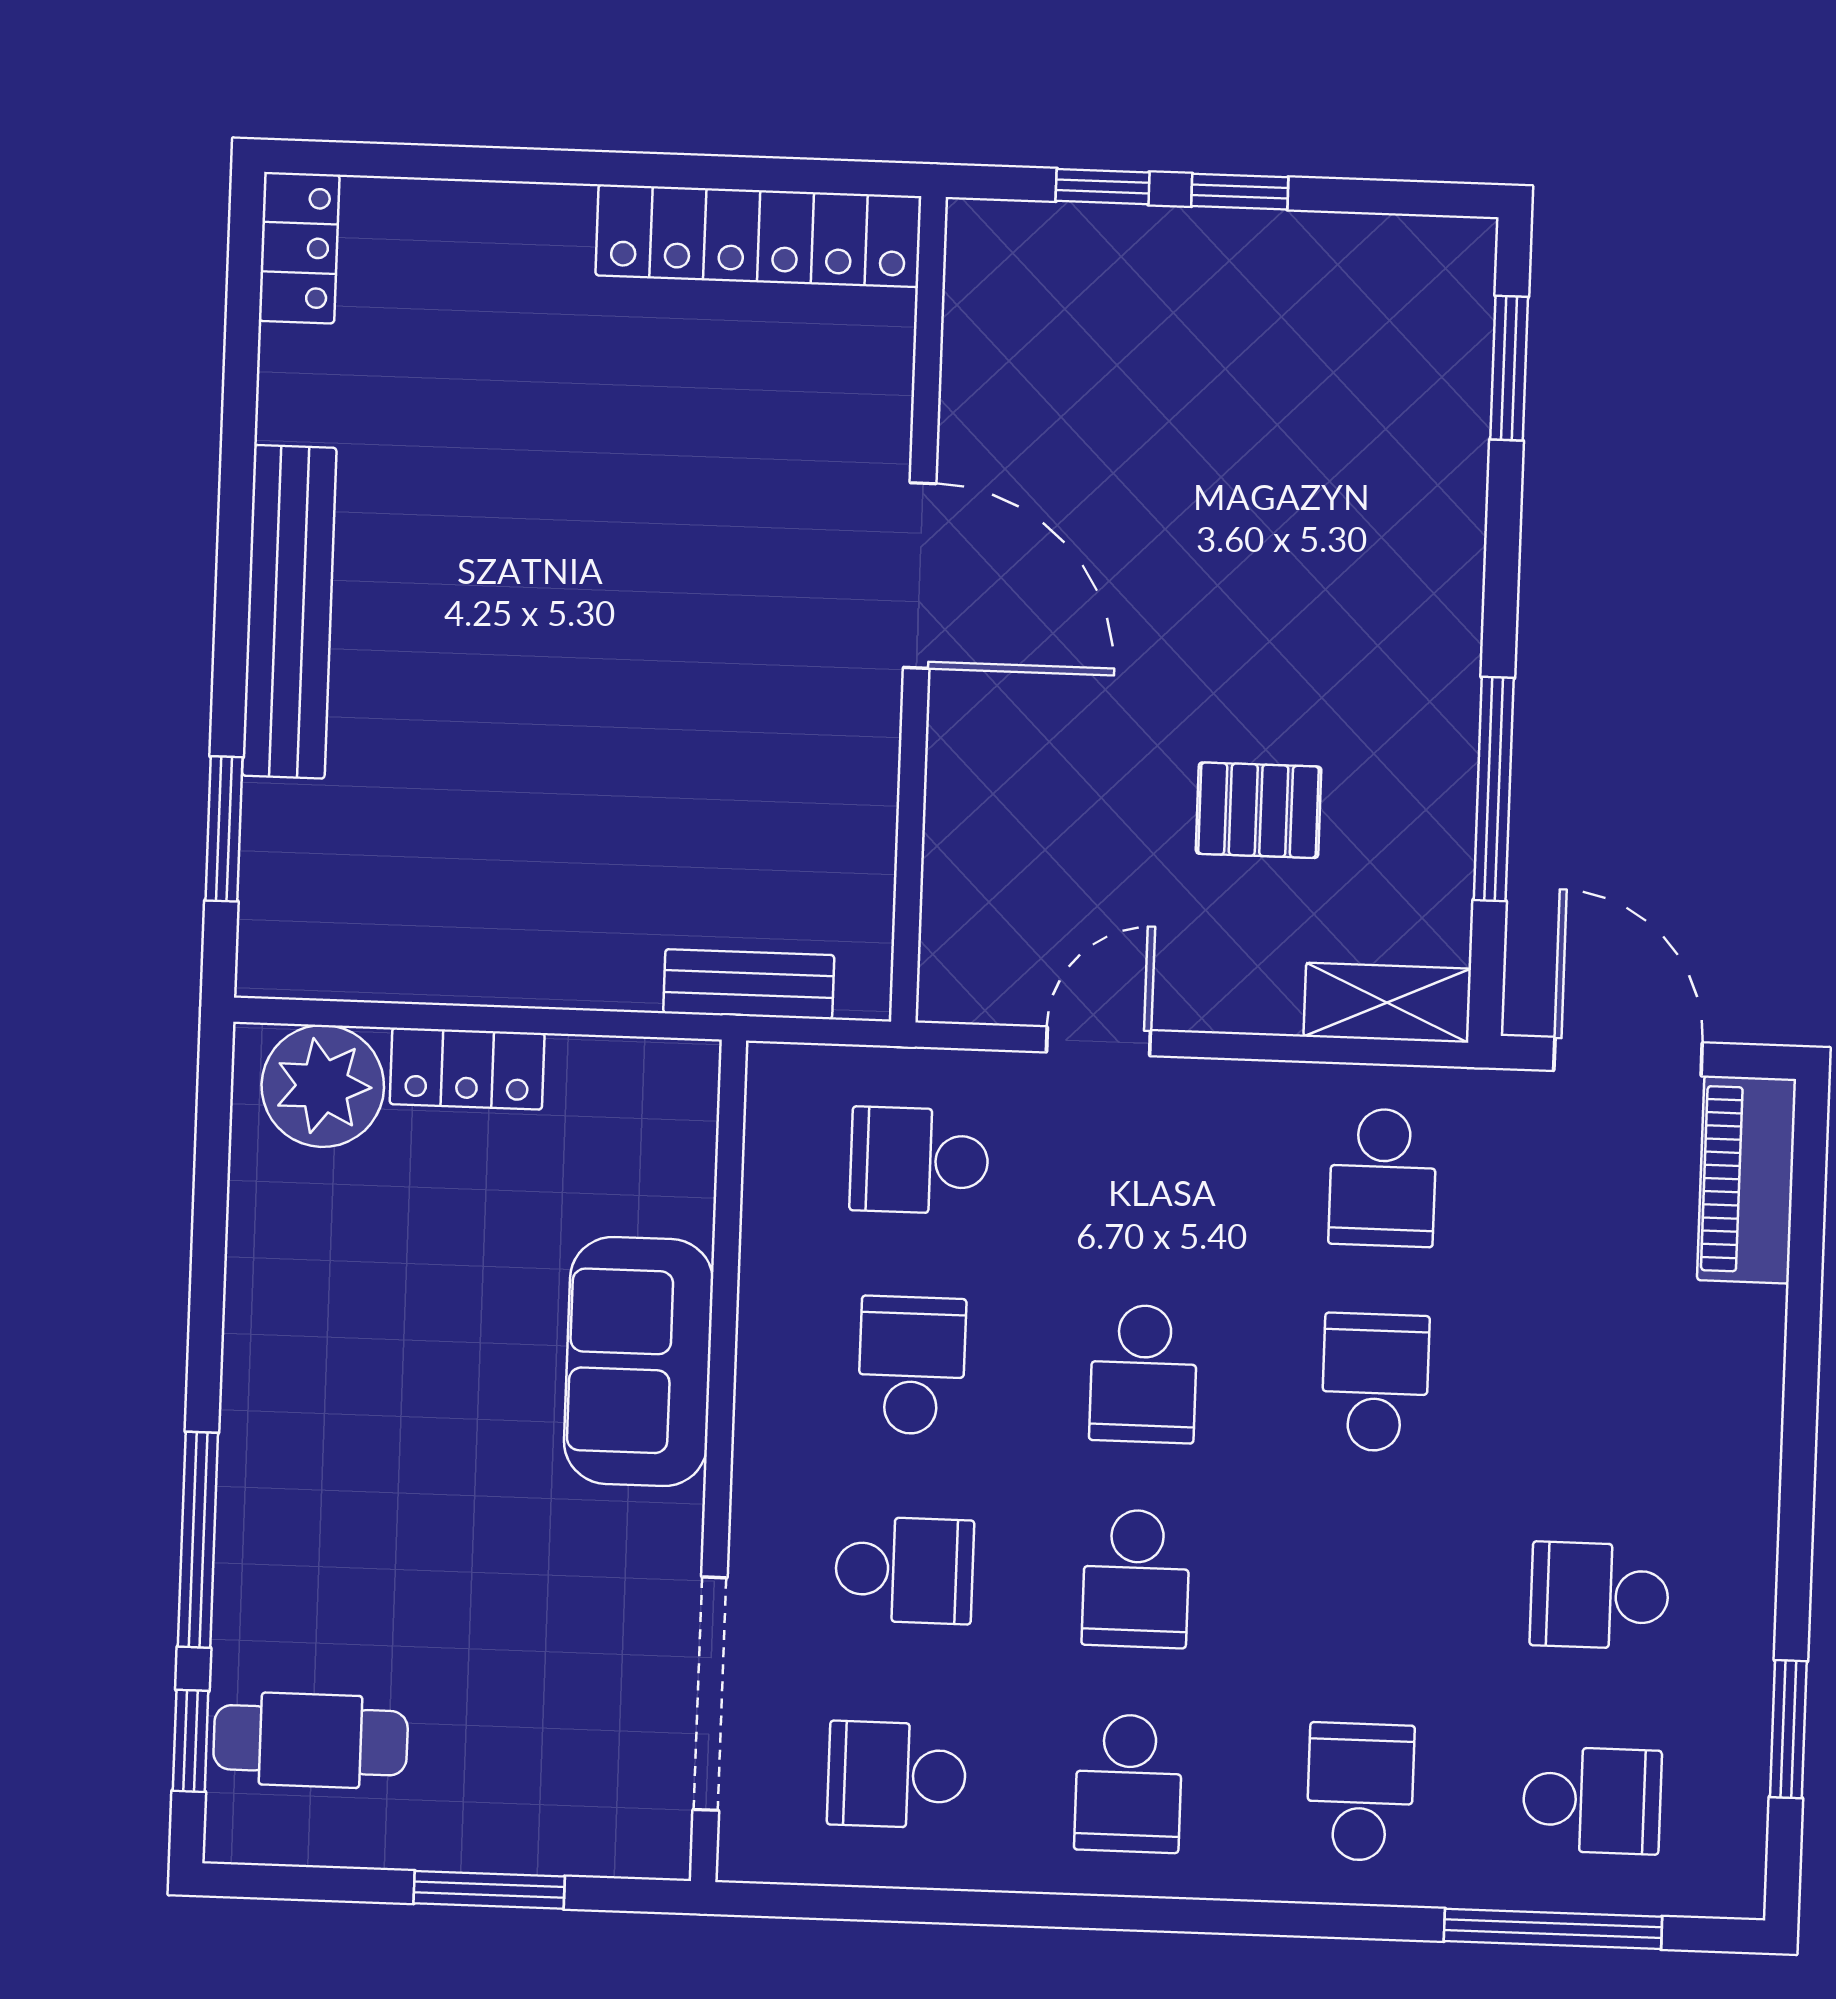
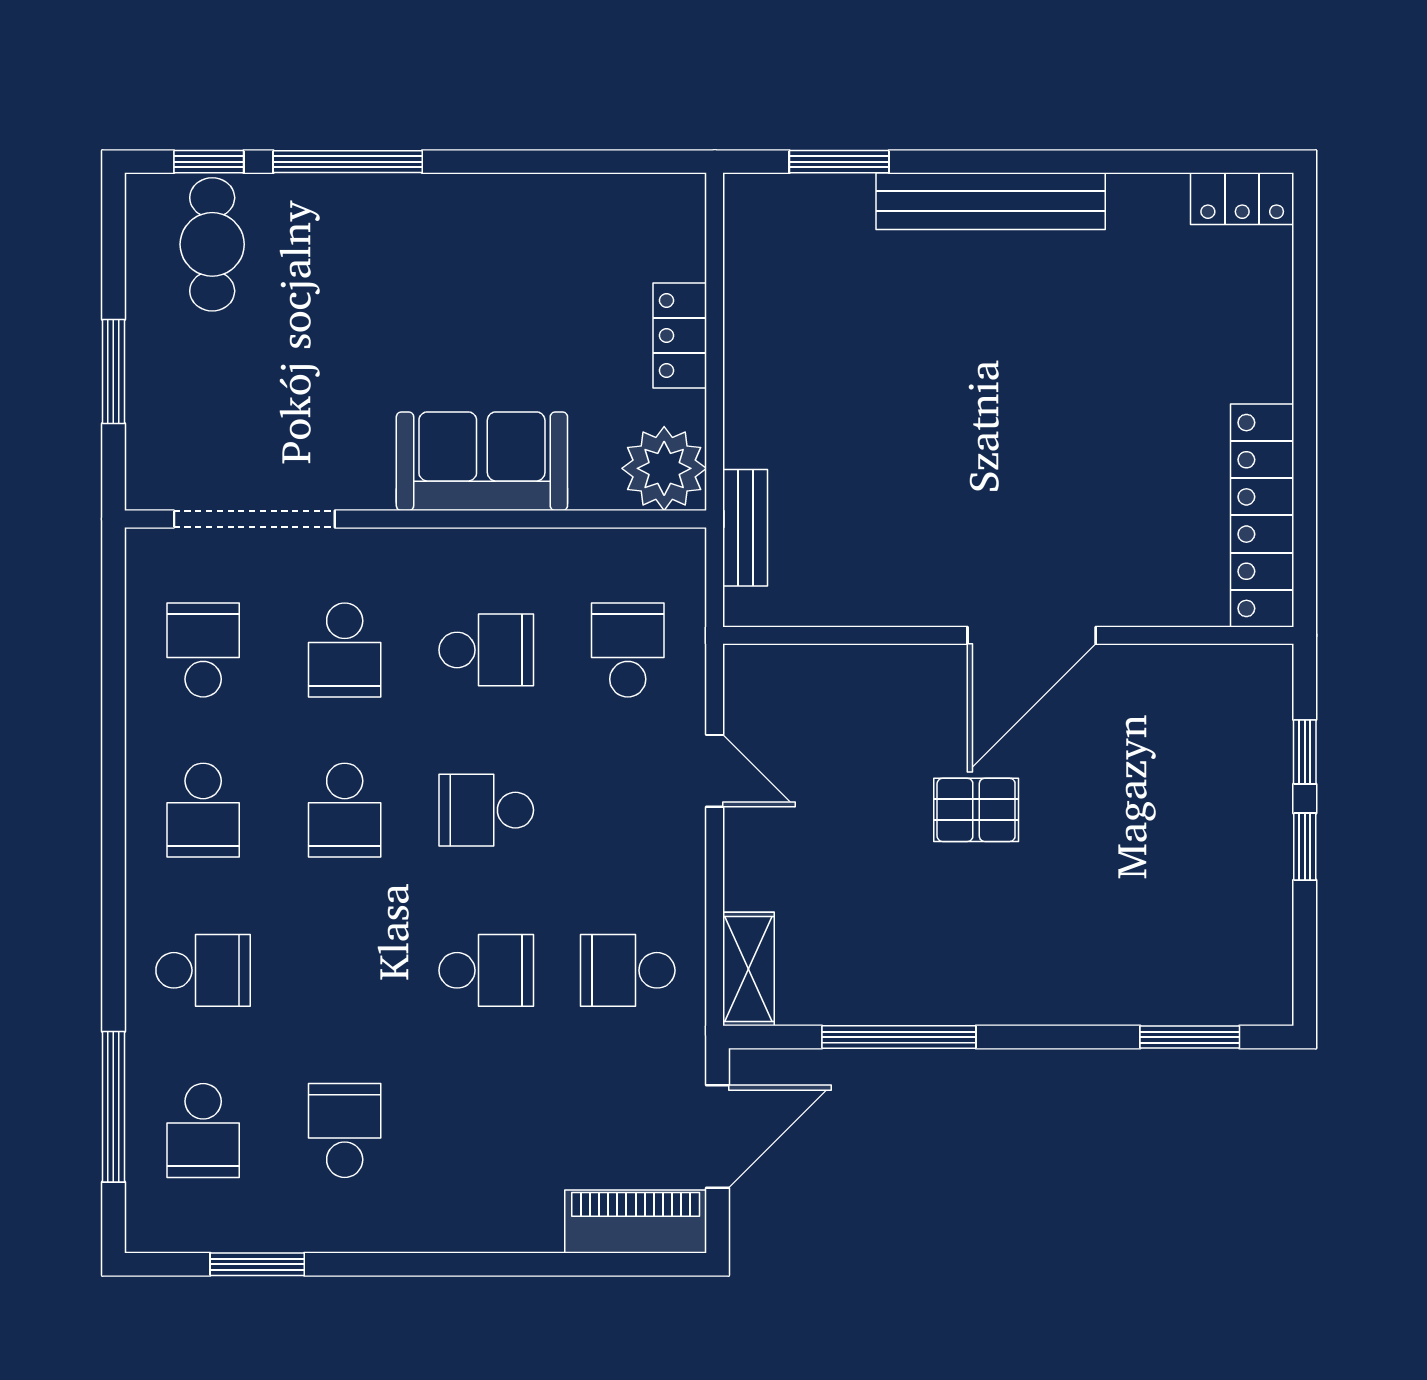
pallet: (1259, 810) -> (976, 810), moved, turned 90
plant: (323, 1086) -> (664, 468), moved
school desk: (1136, 1579) -> (345, 810), turned -90
school desk: (1129, 1783) -> (203, 810), turned -90

